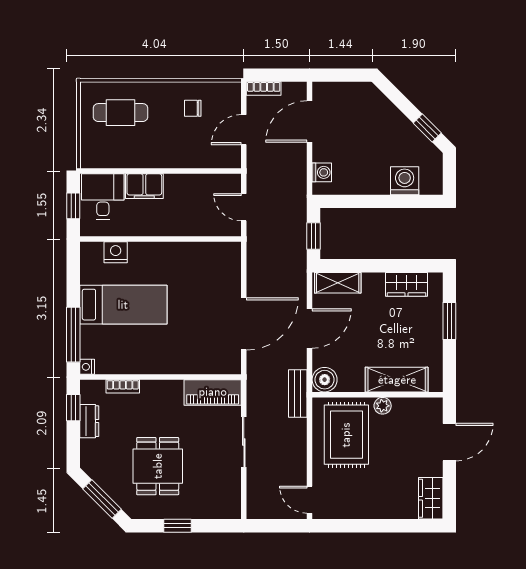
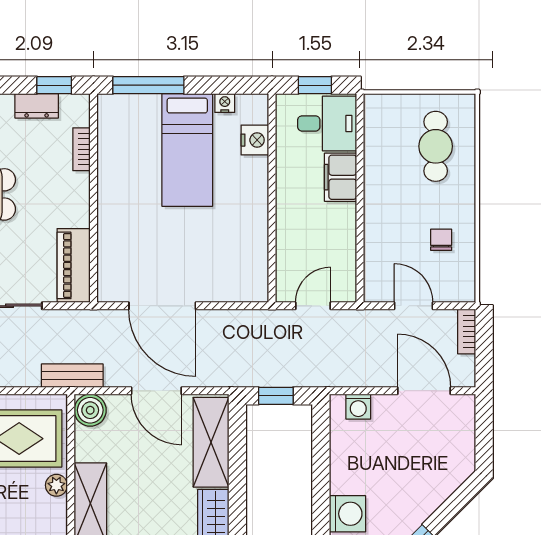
shelving: (338, 283) -> (211, 442), width x1.50, depth x1.33
nightstand: (87, 367) -> (225, 103), moved

